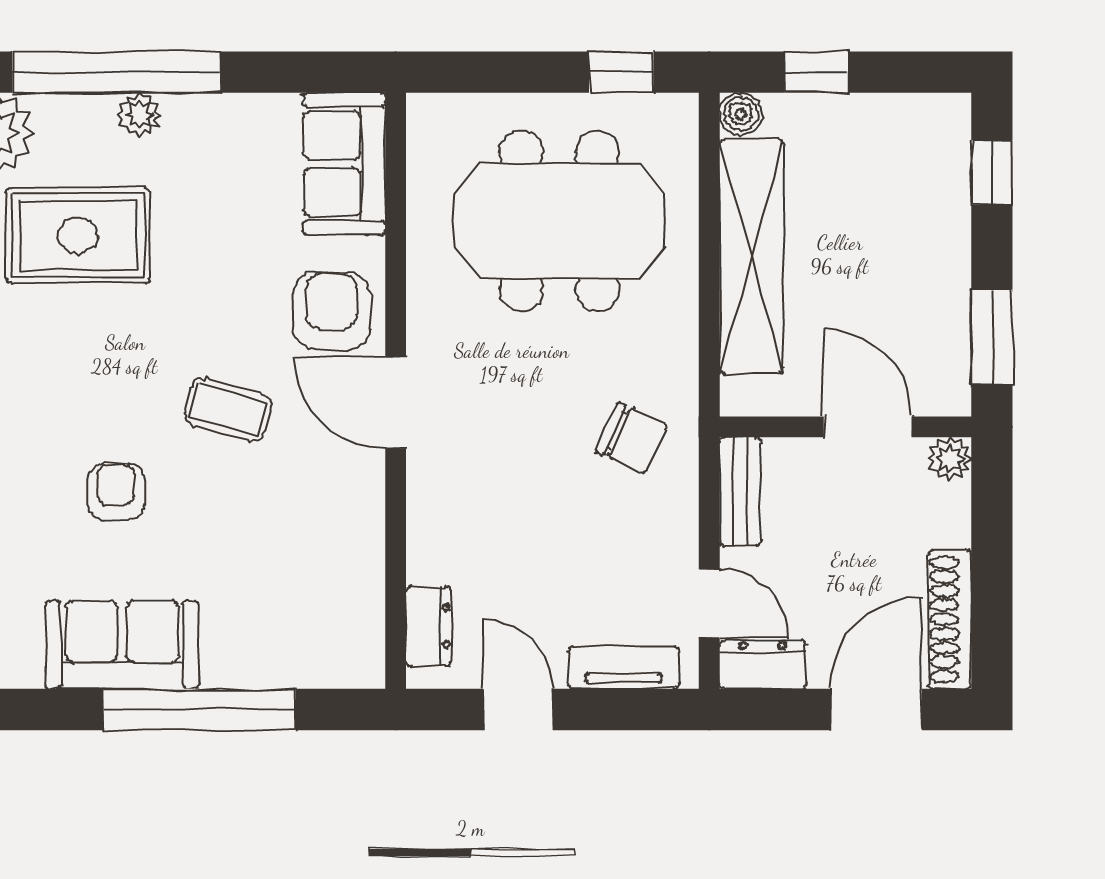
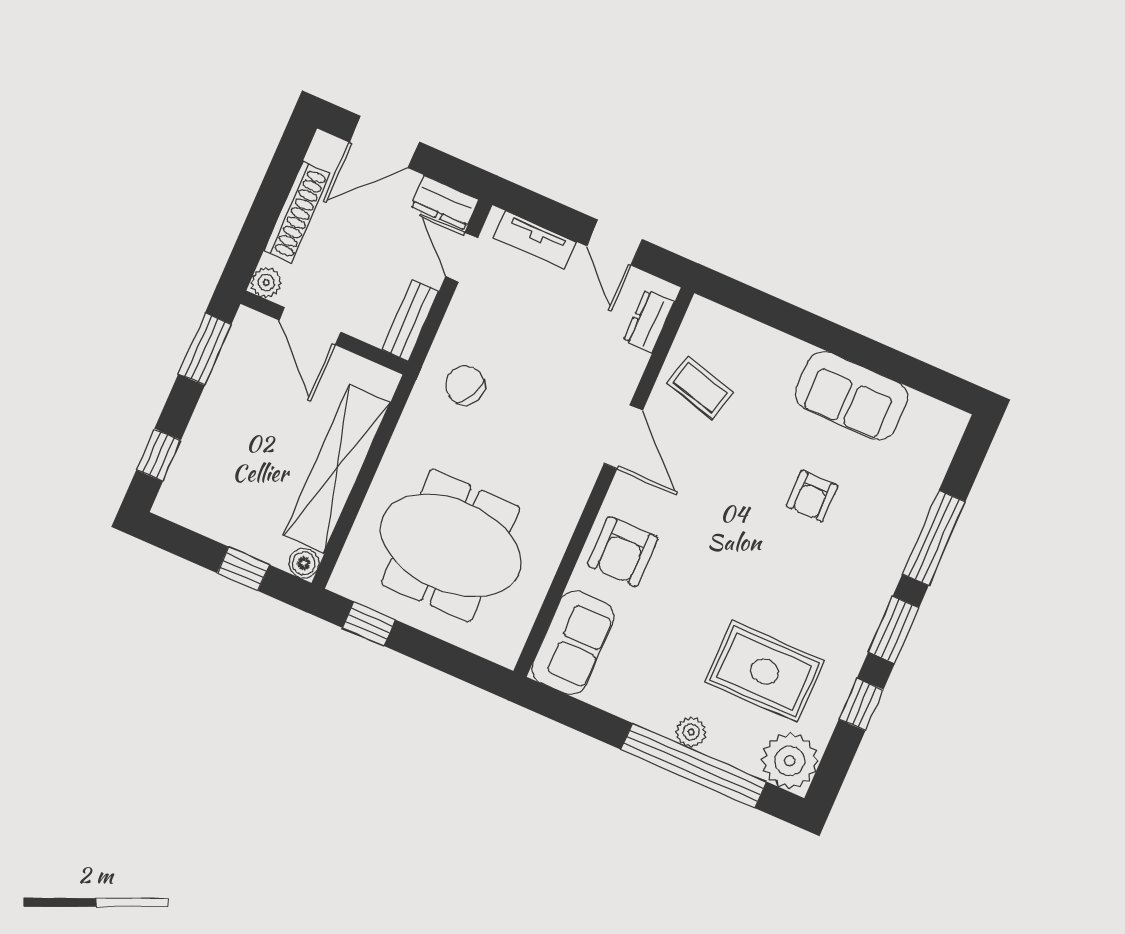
door: (396, 403) -> (623, 437), moved
coffee table: (228, 410) -> (700, 388), moved
shoe rack: (950, 619) -> (297, 212), moved
window: (200, 710) -> (819, 332), removed

